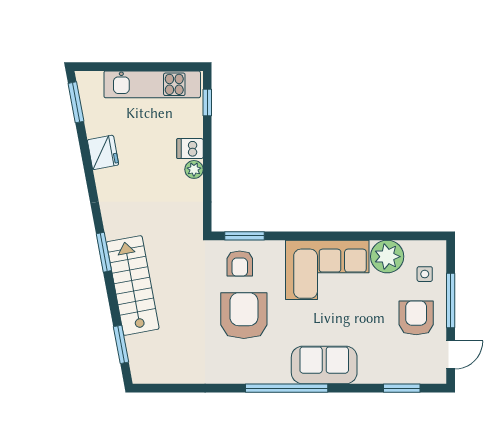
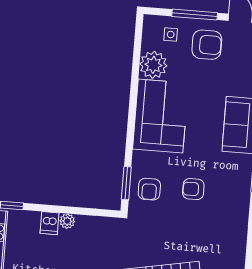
armchair: (240, 264) -> (149, 189), turned 90
armchair: (244, 316) -> (193, 189), width x0.53, depth x0.53
armchair: (416, 318) -> (207, 45), turned 180

